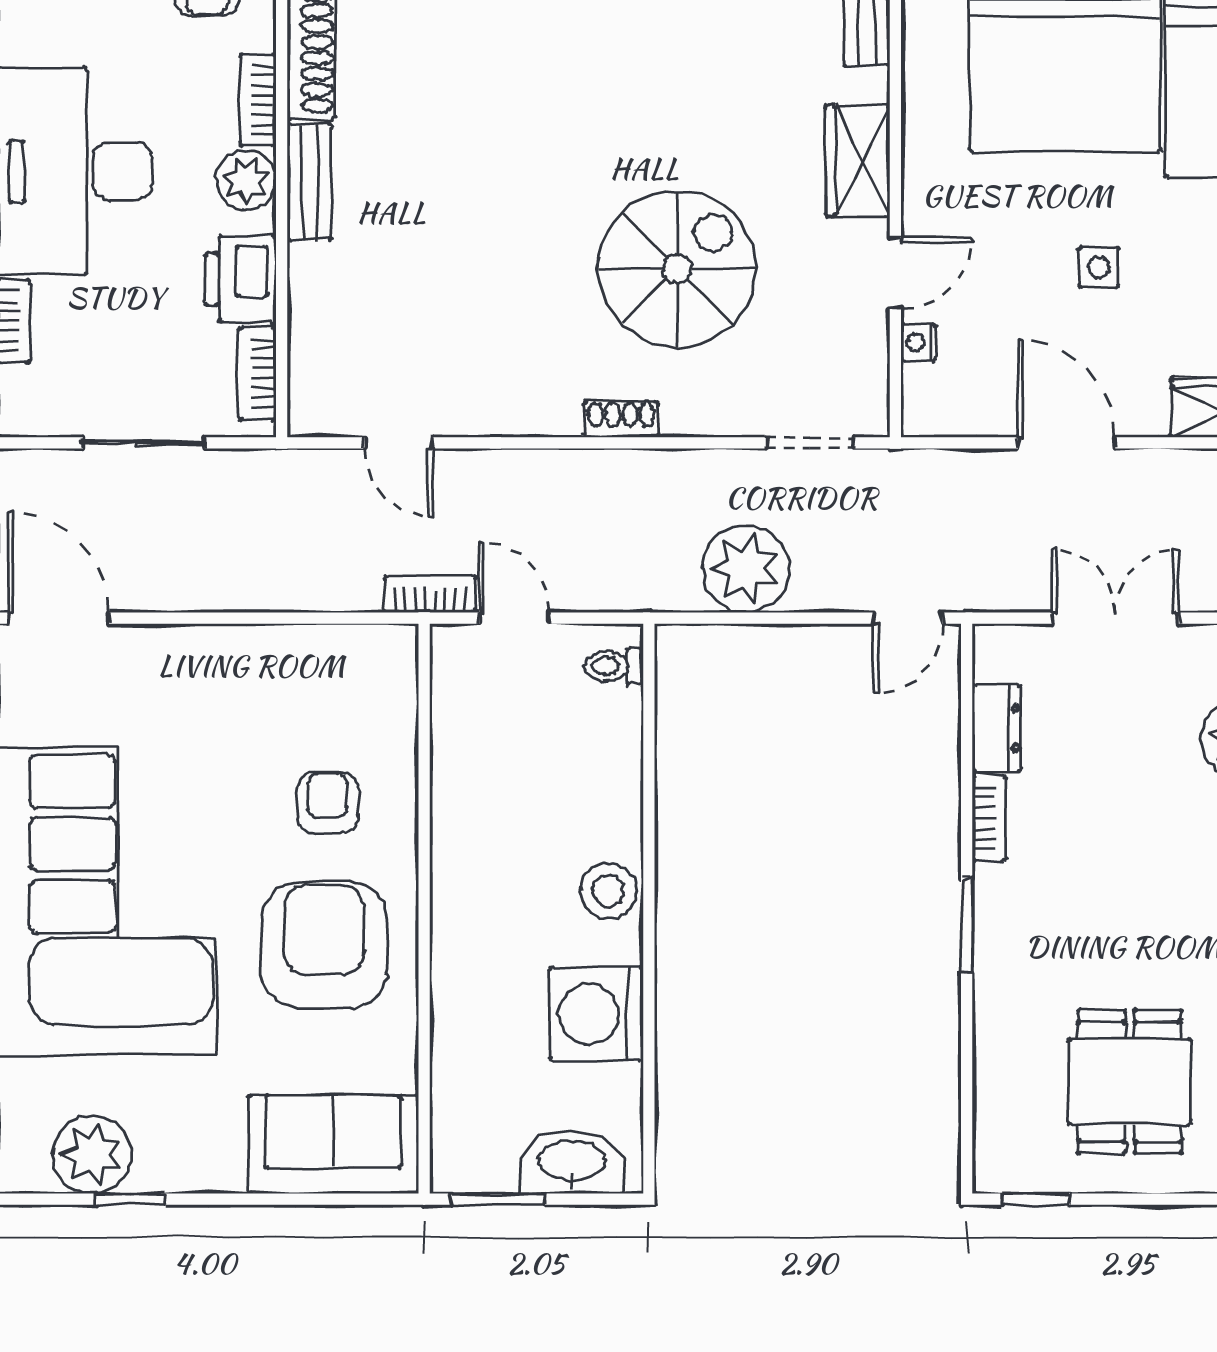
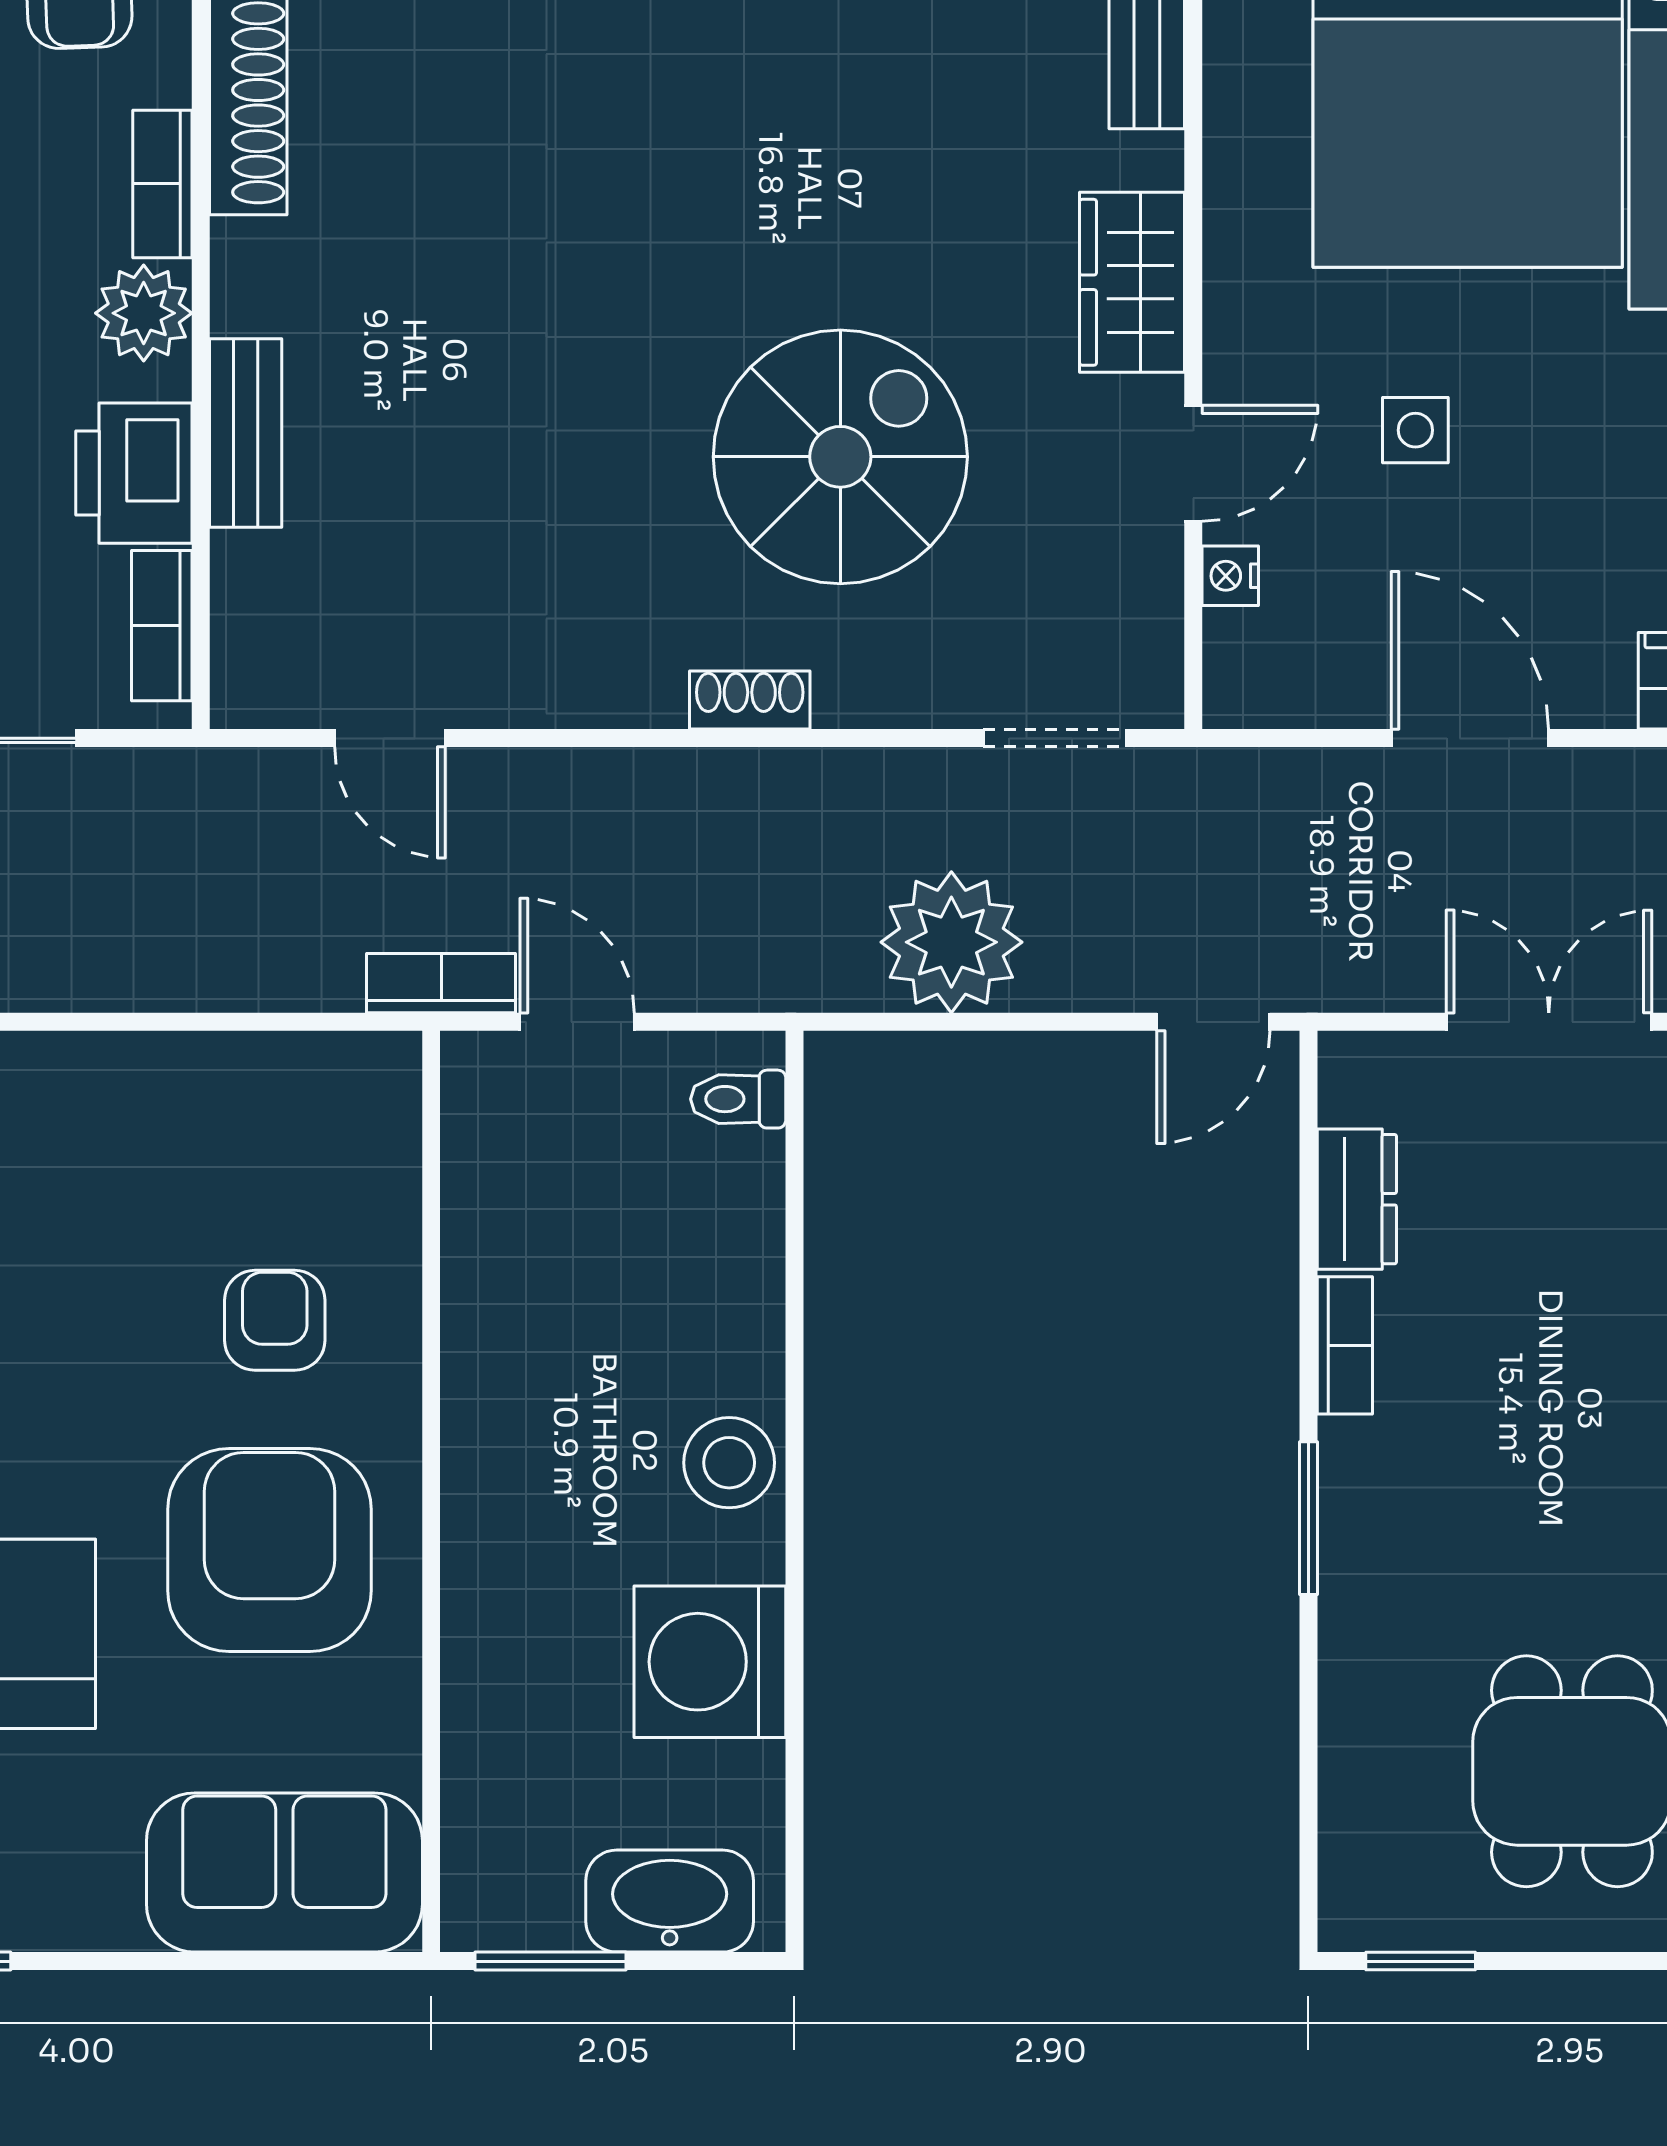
bench: (309, 182) -> (246, 433), moved
side table: (1099, 267) -> (1415, 430), moved

